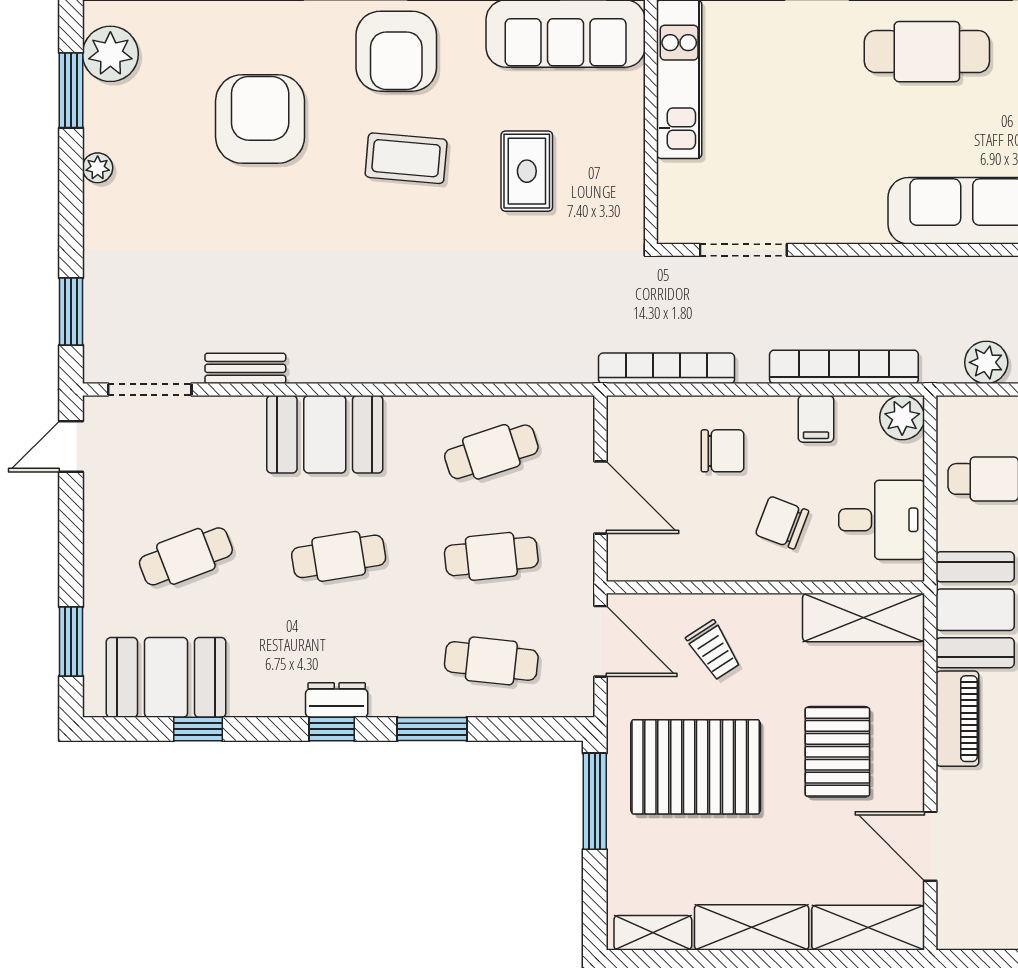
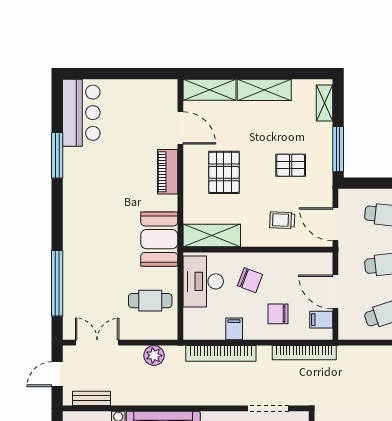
plant: (902, 418) -> (194, 329), removed
filing cabinet: (631, 439) -> (321, 320), added
desk: (882, 520) -> (203, 281), width x1.37
trolley: (714, 650) -> (282, 220), turned -55
piano: (957, 719) -> (168, 172), moved
pallet: (696, 767) -> (291, 165), width x0.49, depth x0.50
shelving: (653, 933) -> (324, 103), moved, turned 90

